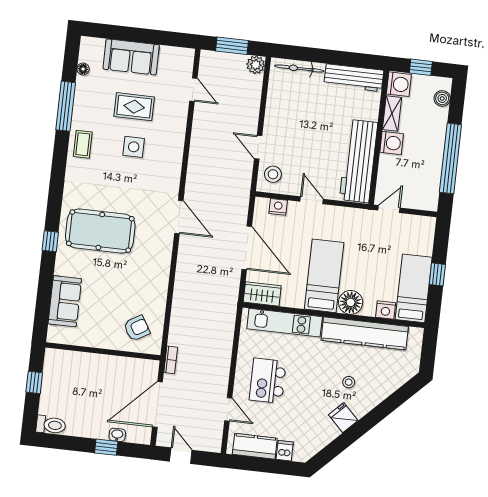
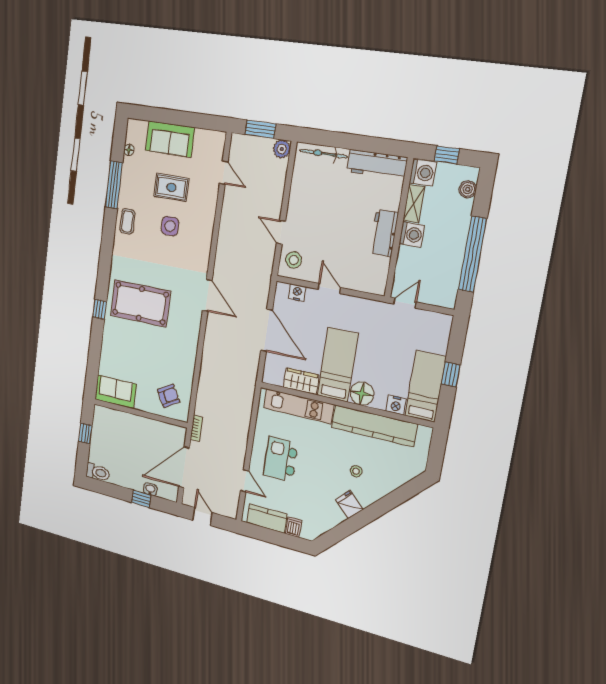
workbench: (359, 161) -> (384, 233), width x0.53, depth x0.76
wardrobe: (262, 294) -> (301, 381), moved
sofa: (65, 301) -> (116, 392), moved, turned -90

